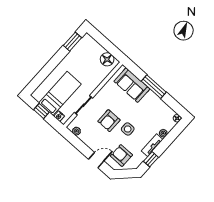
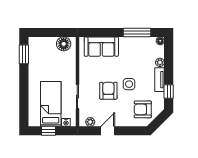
window: (154, 87) -> (137, 32), moved
armchair: (109, 121) -> (108, 91), turned 180
door: (96, 160) -> (108, 131), moved

